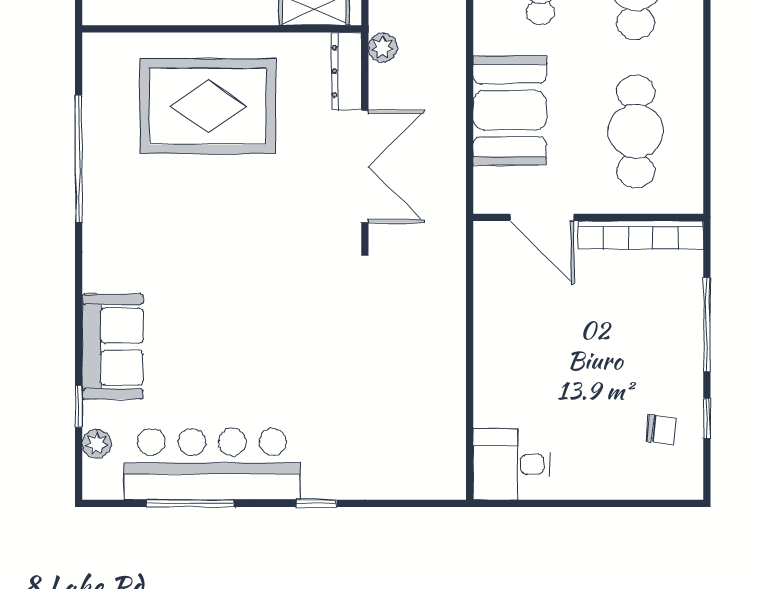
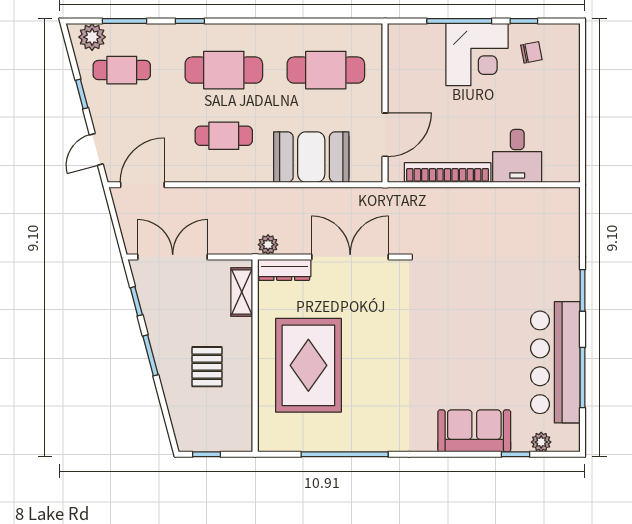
bookcase: (641, 235) -> (448, 173), moved, turned -90
corner desk: (658, 351) -> (477, 55), added
chair: (661, 429) -> (531, 52), turned 73
desk: (511, 464) -> (517, 156), moved
window: (316, 503) -> (582, 290), width x1.50

